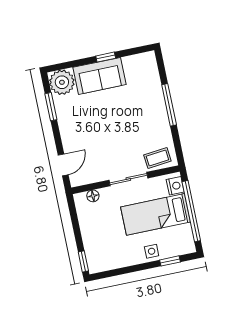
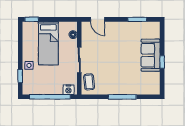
plant: (62, 82) -> (152, 30), removed
bed: (155, 214) -> (48, 43), moved, turned 180

